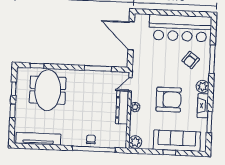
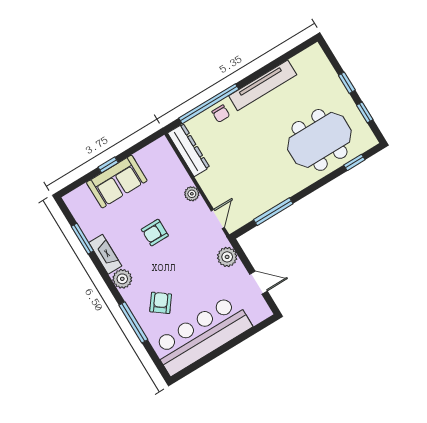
door: (131, 36) -> (258, 283), width x0.53
meeting table: (48, 90) -> (319, 140), turned 90
armchair: (169, 100) -> (155, 233), width x0.53, depth x0.53
dresser: (122, 107) -> (189, 150), moved
tv unit: (38, 139) -> (263, 85), moved
sofa: (177, 141) -> (117, 182), width x0.73
plant: (135, 142) -> (227, 257), moved

